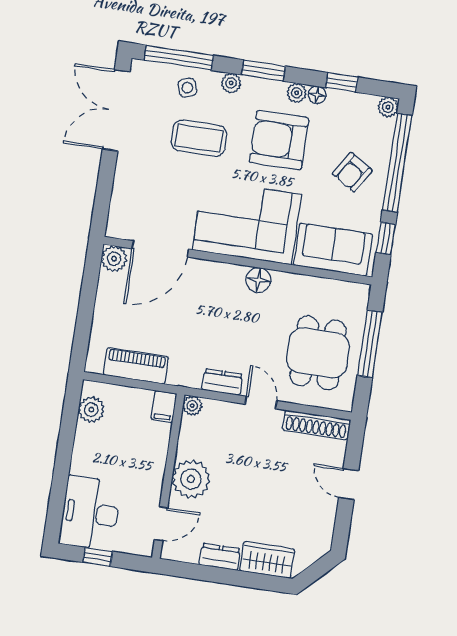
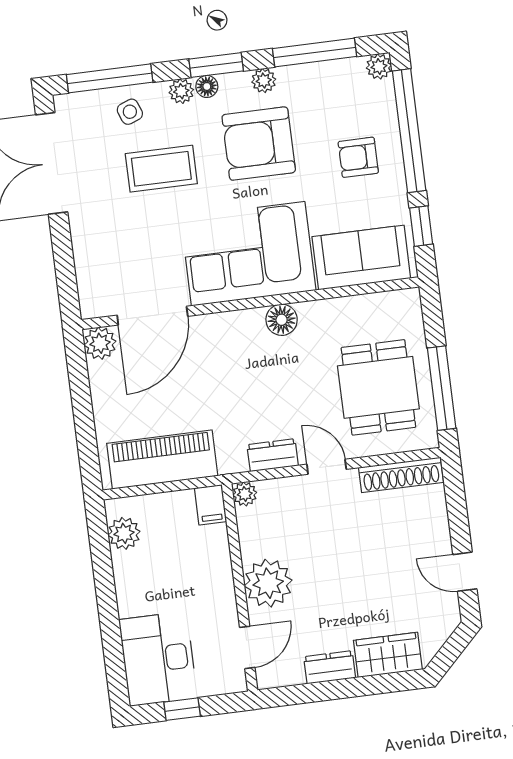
window: (342, 82) -> (315, 52), width x2.17
floor lamp: (317, 95) -> (207, 86), moved
armchair: (352, 172) -> (358, 157), turned 58
window: (370, 344) -> (442, 388), moved
piano: (136, 366) -> (162, 460), width x1.37, depth x1.33
door: (349, 484) -> (465, 572), moved

